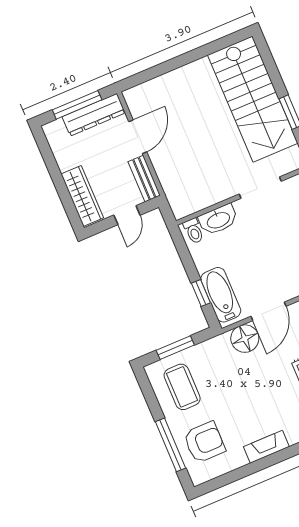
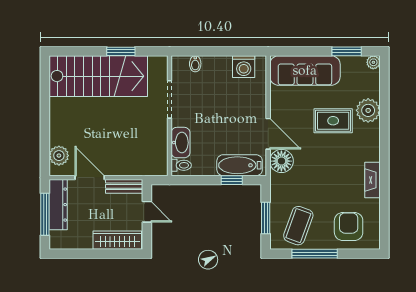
plant: (148, 93) -> (59, 156), added
coffee table: (182, 387) -> (298, 226), turned -70
window: (171, 445) -> (315, 254), moved

